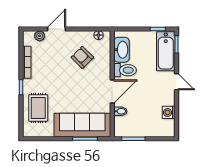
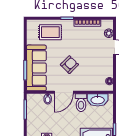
armchair: (82, 57) -> (69, 65), moved
door: (112, 91) -> (64, 92), hinge flipped

